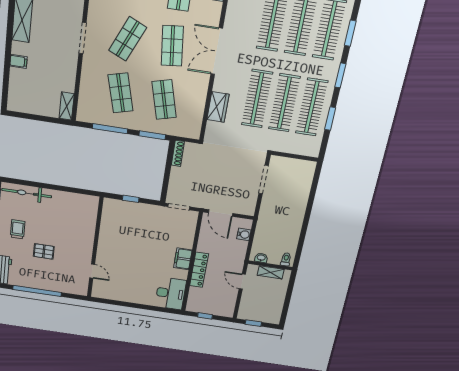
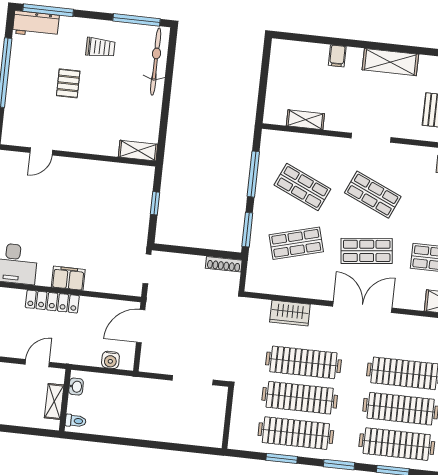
shop shelf: (121, 93) -> (302, 187), turned 39
shelving: (67, 106) -> (305, 120), moved
shelving: (92, 208) -> (138, 151), added

